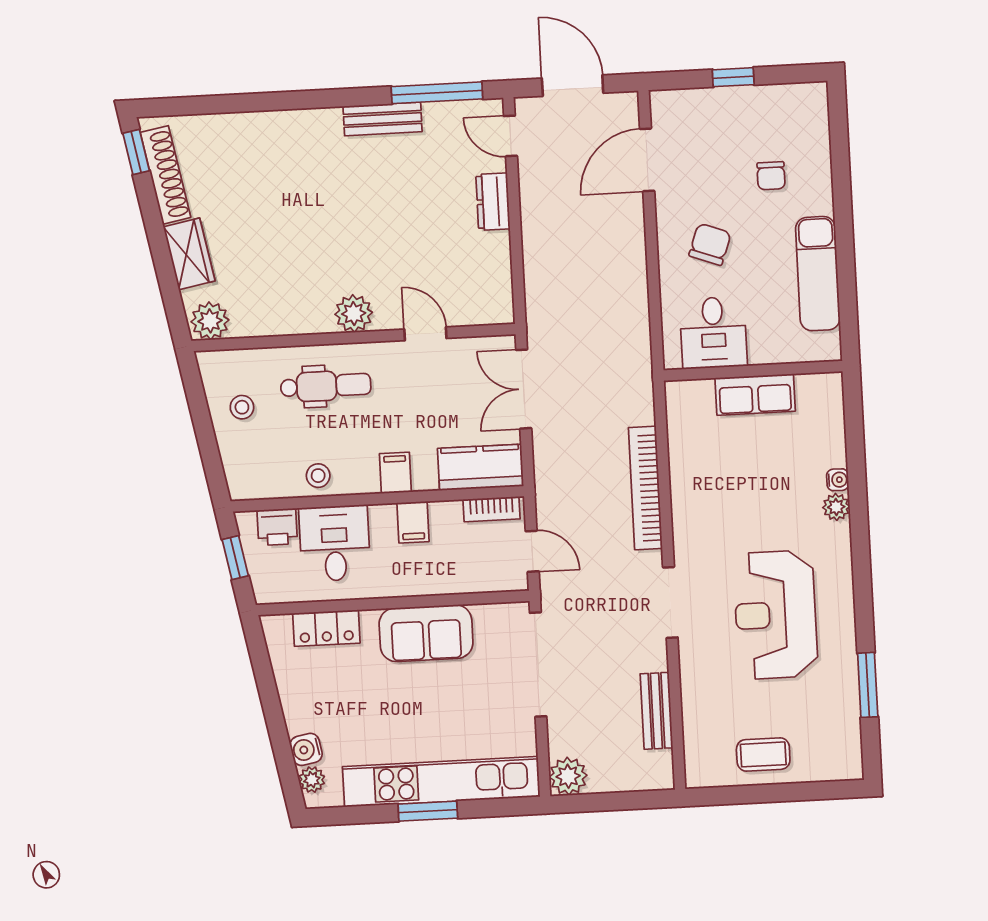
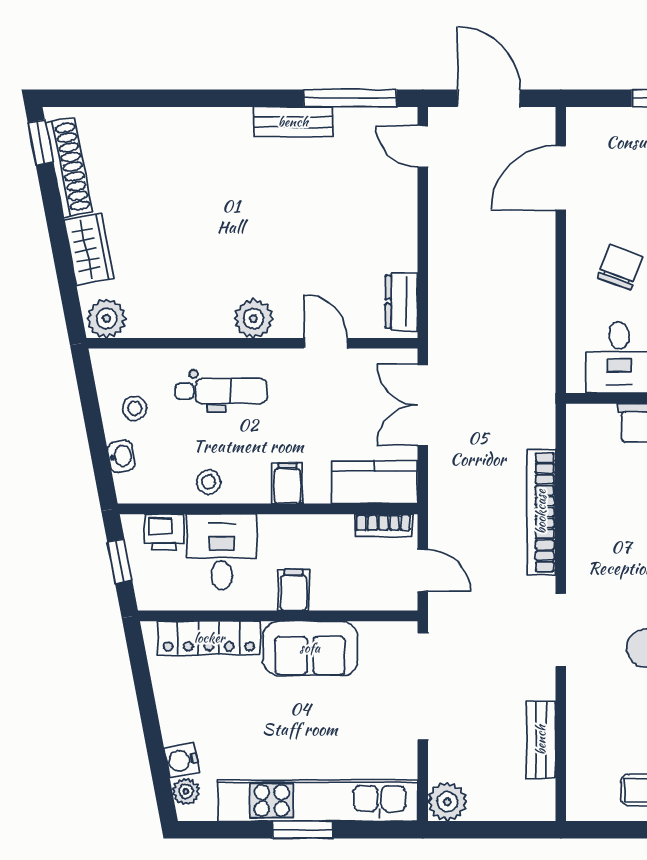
dresser: (493, 202) -> (401, 302), moved
washbasin: (231, 455) -> (121, 456), added
filing cabinet: (413, 522) -> (294, 590), moved, turned 180
locker: (326, 628) -> (209, 638), width x1.53

